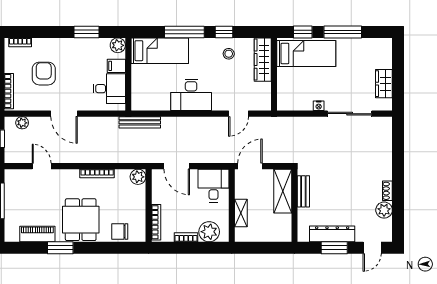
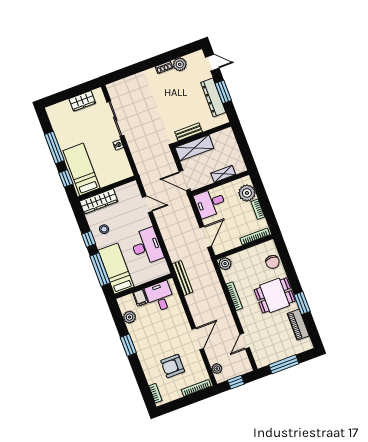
bed: (160, 51) -> (116, 269), moved
filing cabinet: (116, 66) -> (140, 298), moved
wall: (128, 74) -> (143, 286), moved
desk: (109, 89) -> (160, 297), moved

